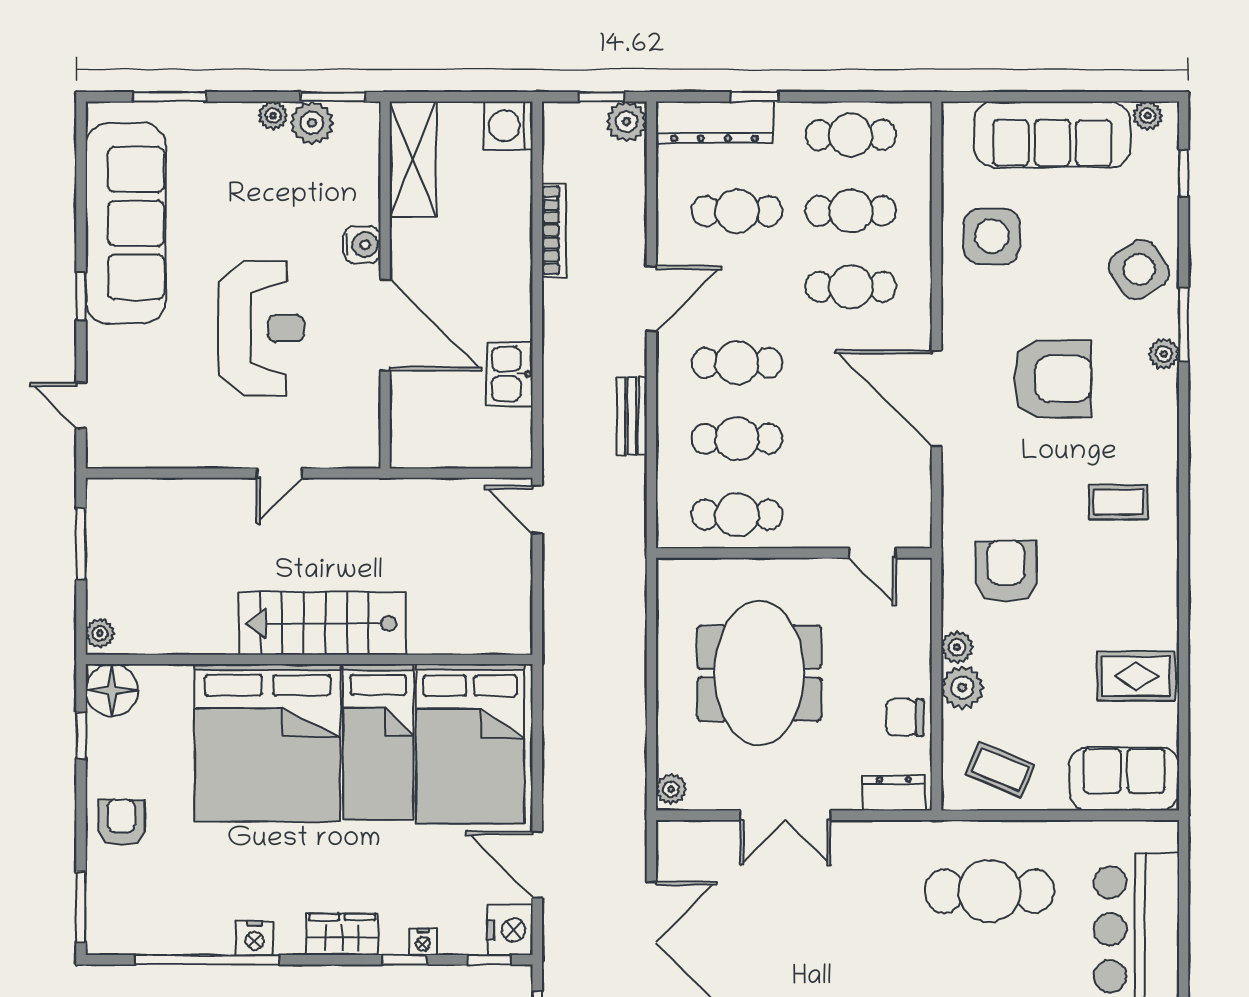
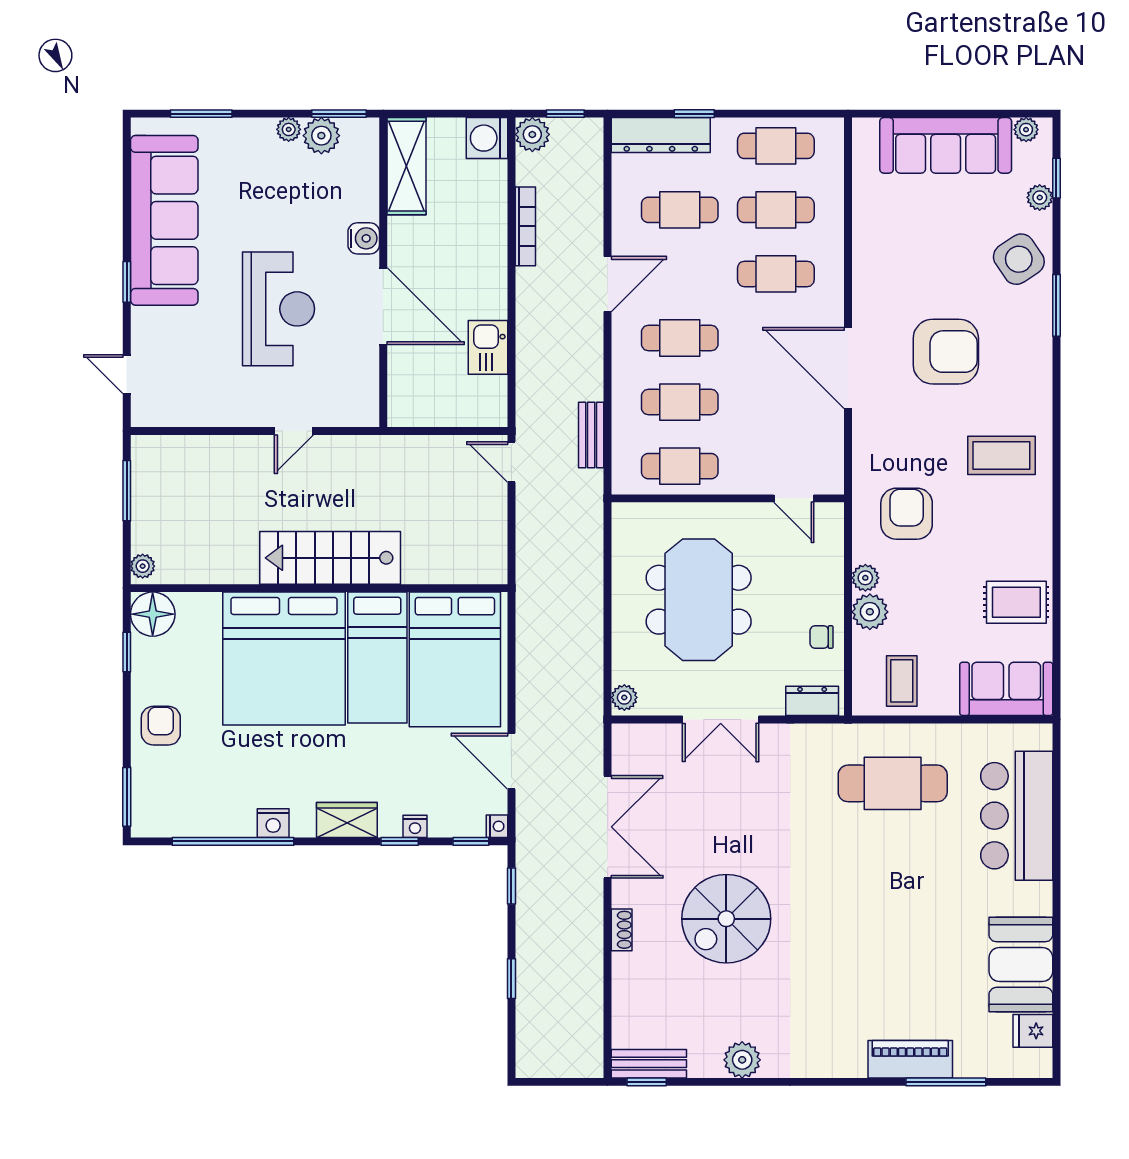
plant: (627, 121) -> (532, 134), moved
side table: (992, 236) -> (895, 231), removed
plant: (1164, 354) -> (1040, 197), moved
bench: (632, 416) -> (591, 435), moved
coffee table: (1118, 502) -> (1001, 455), width x1.36, depth x1.30
chair: (905, 717) -> (821, 637), width x0.73, depth x0.73
coffee table: (1000, 769) -> (902, 681), turned 67
nightstand: (510, 930) -> (497, 826), width x0.53, depth x0.56

